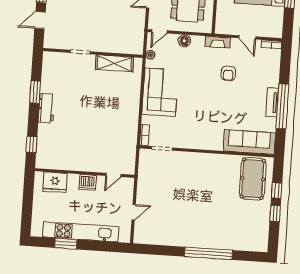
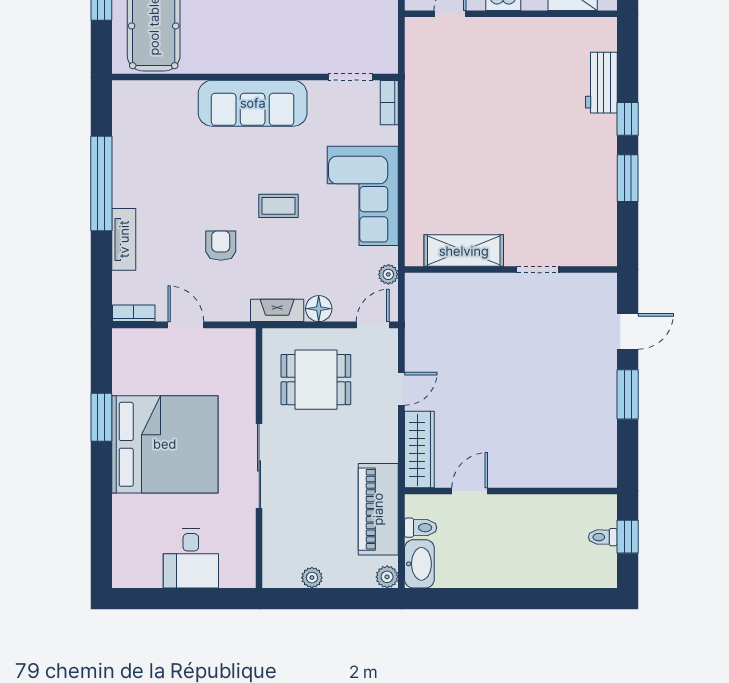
fireplace: (218, 42) -> (277, 310), moved
coffee table: (200, 90) -> (278, 206), added
tv unit: (272, 102) -> (124, 239), moved
workbench: (46, 108) -> (601, 83), moved
sofa: (249, 142) -> (253, 103), moved
window: (32, 145) -> (628, 119), moved

